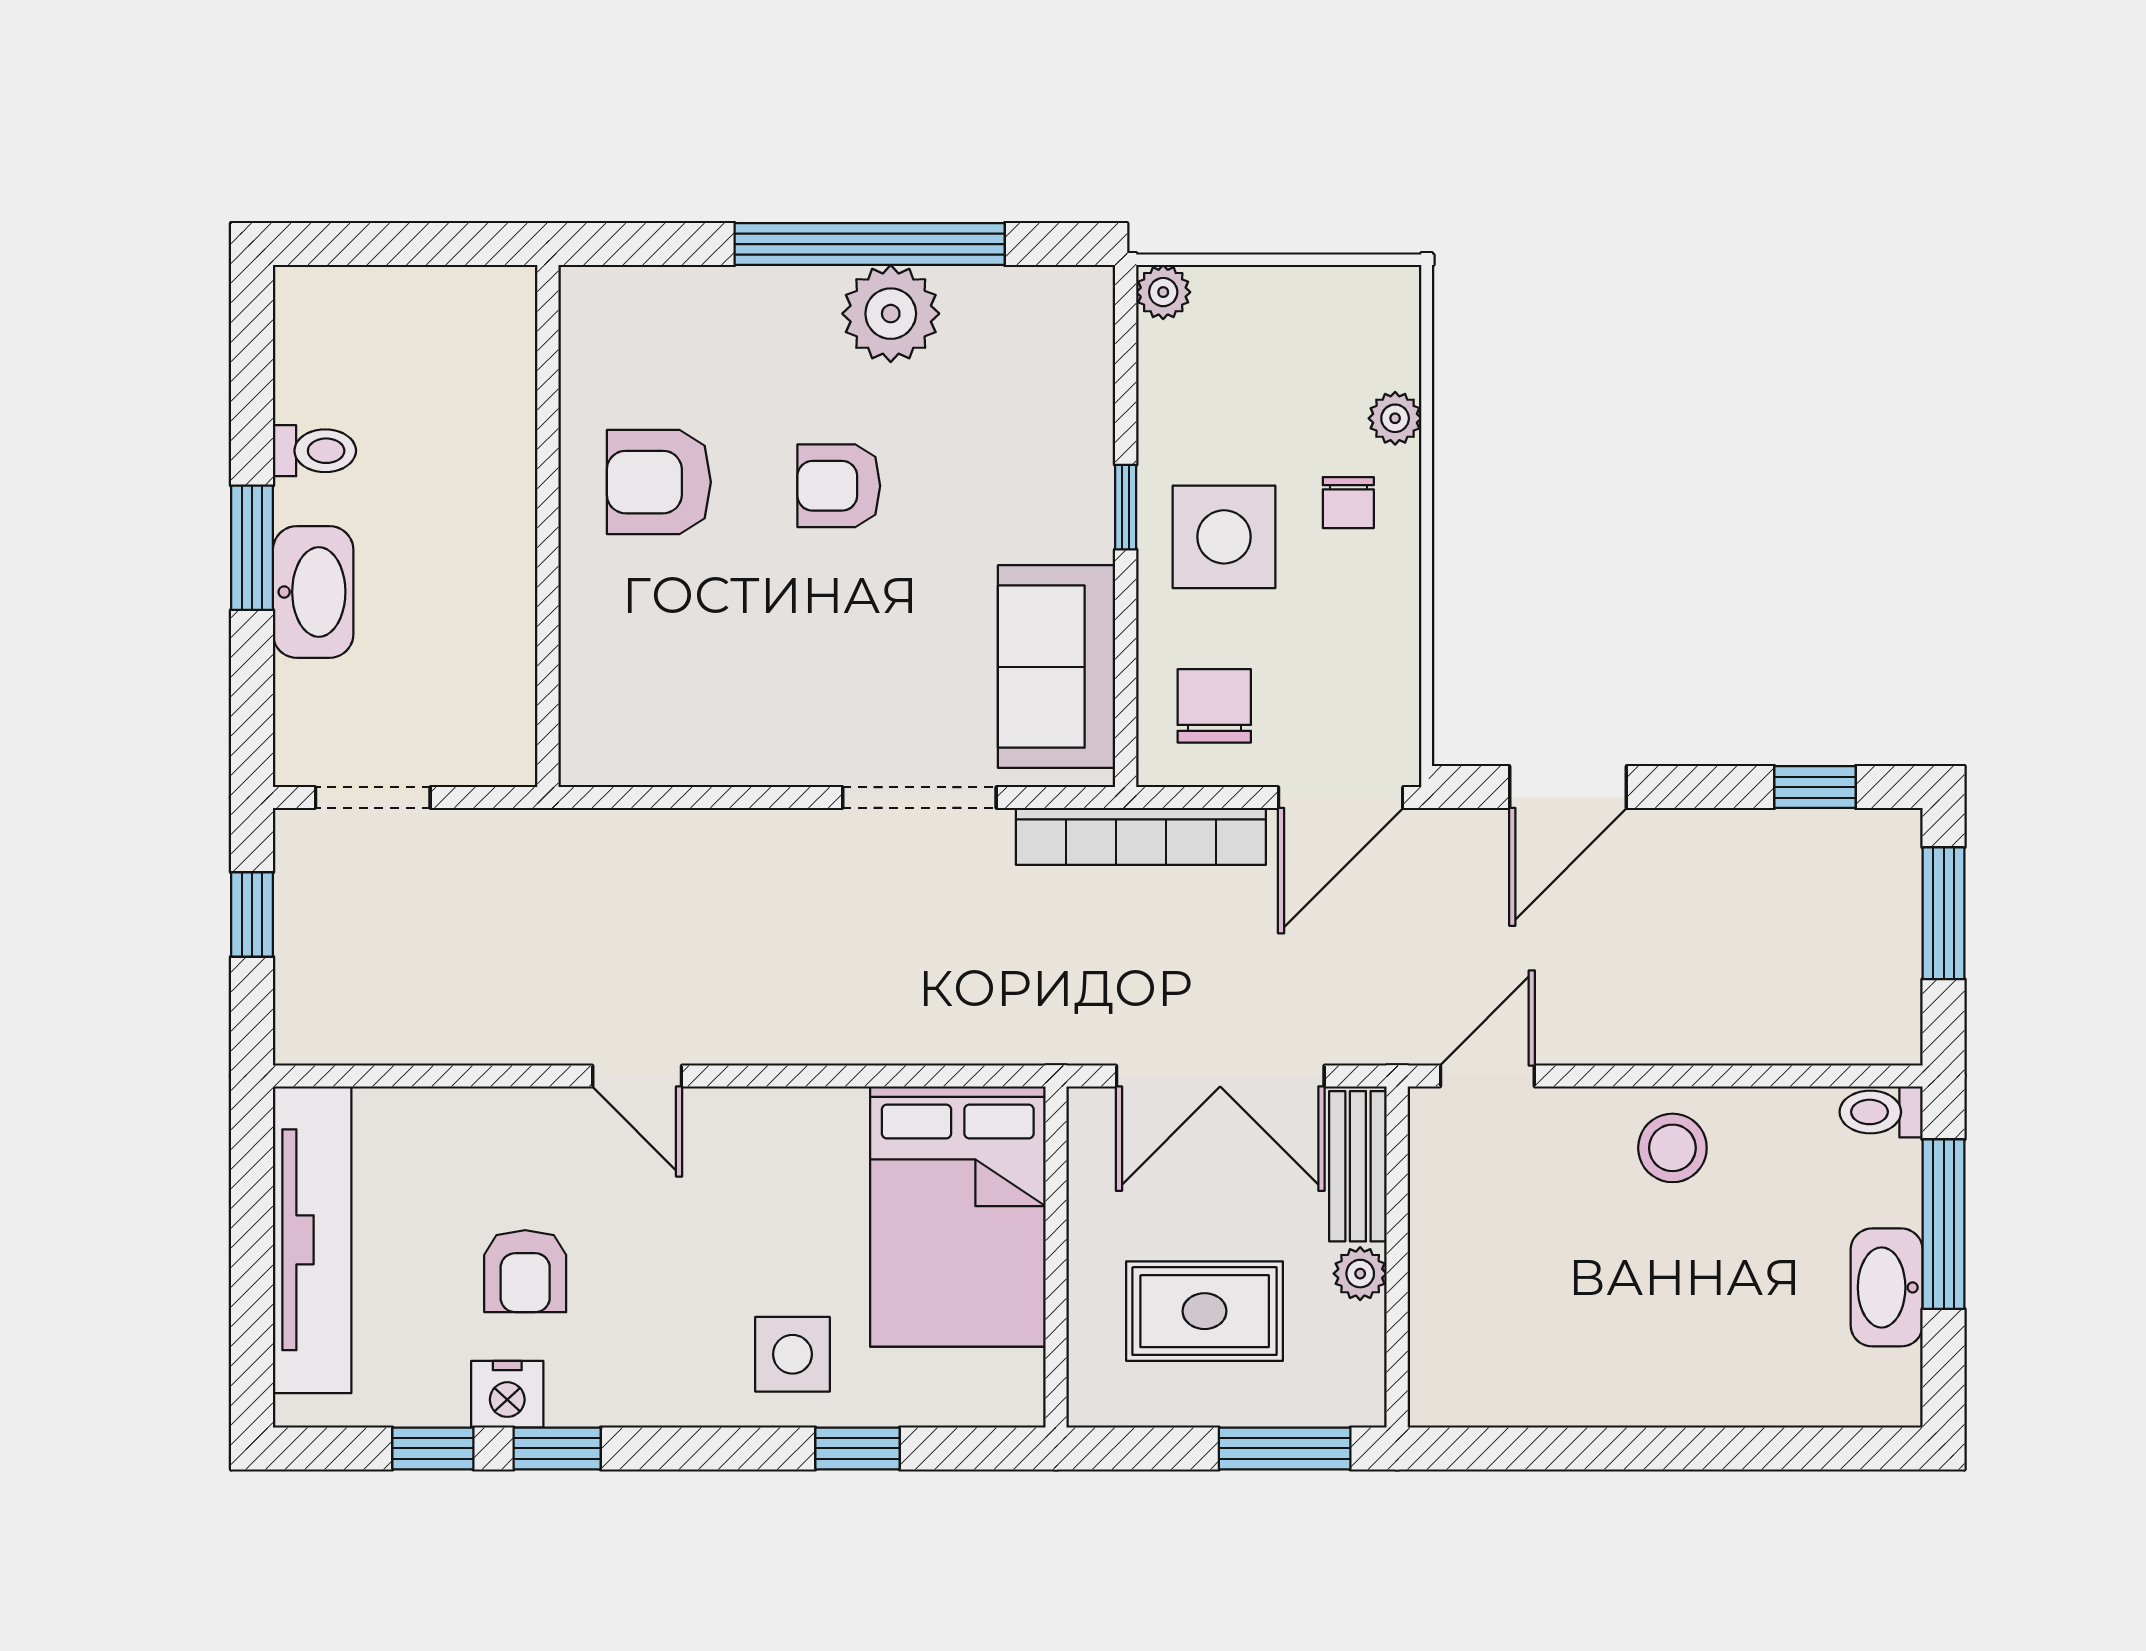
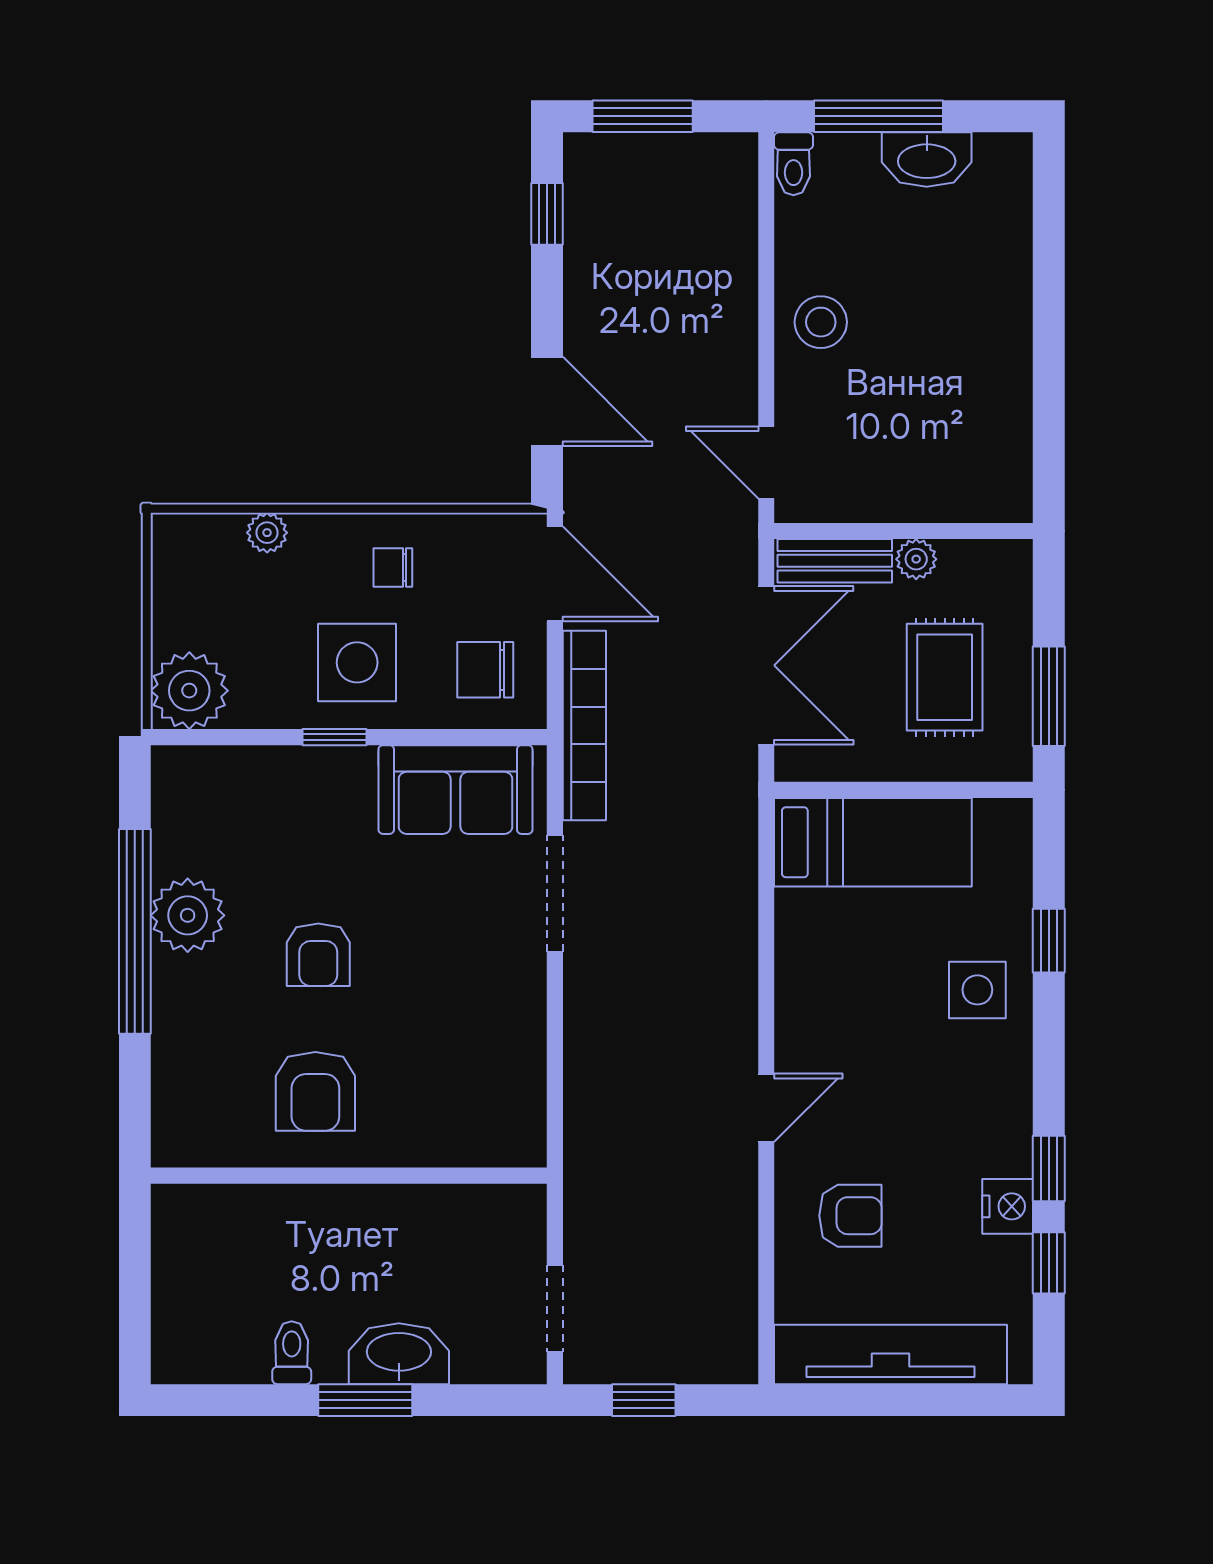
plant: (1163, 292) -> (189, 691), width x1.88, depth x1.88
chair: (1348, 503) -> (393, 567), moved, turned 180
bed: (958, 1216) -> (873, 842), width x0.67
armchair: (525, 1271) -> (850, 1216), moved
window: (1285, 1448) -> (1049, 696), moved

